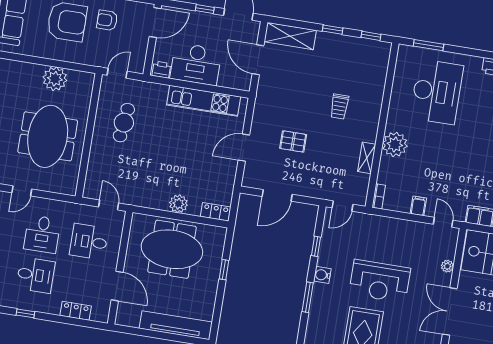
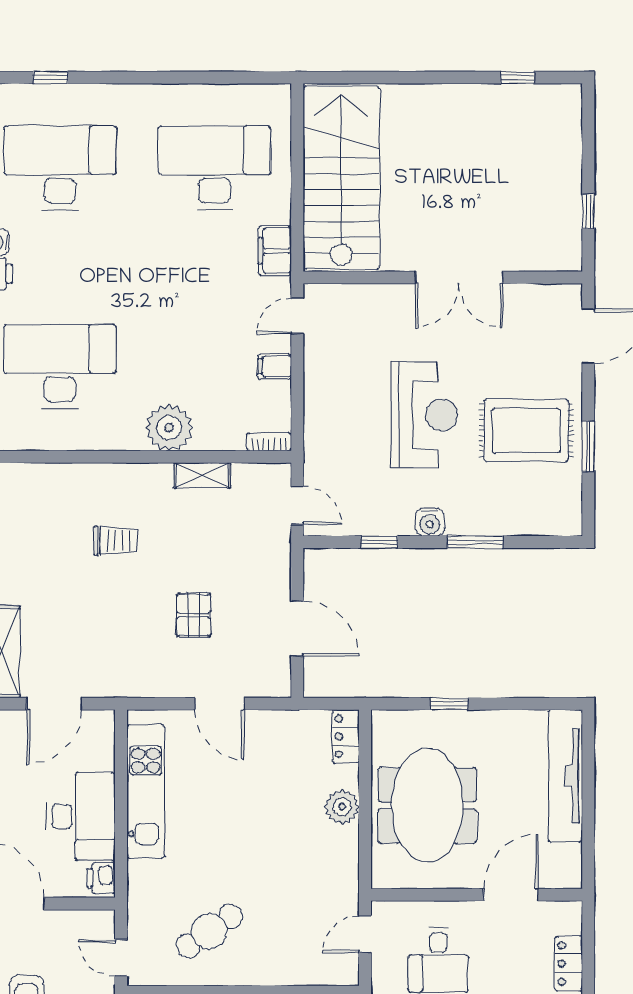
cafe table: (124, 123) -> (209, 931), turned -42
plant: (447, 266) -> (377, 295), removed

